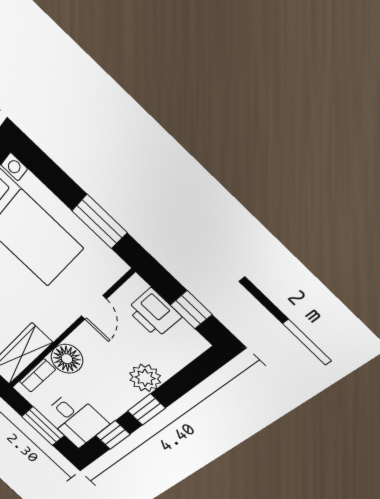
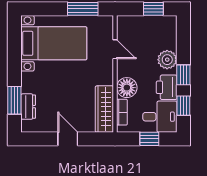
printer: (154, 313) -> (167, 87), moved, turned 90
window: (43, 426) -> (149, 139), width x0.67

